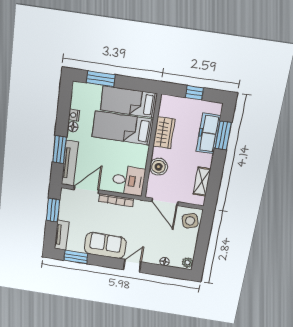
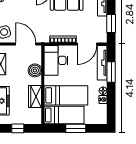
window: (101, 79) -> (76, 128), moved
desk: (128, 181) -> (56, 60), width x1.37

